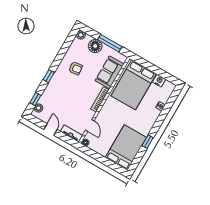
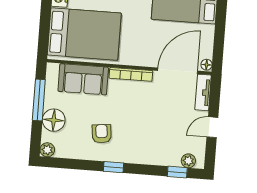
window: (49, 76) -> (114, 167), moved
door: (90, 125) -> (178, 71), width x1.87

